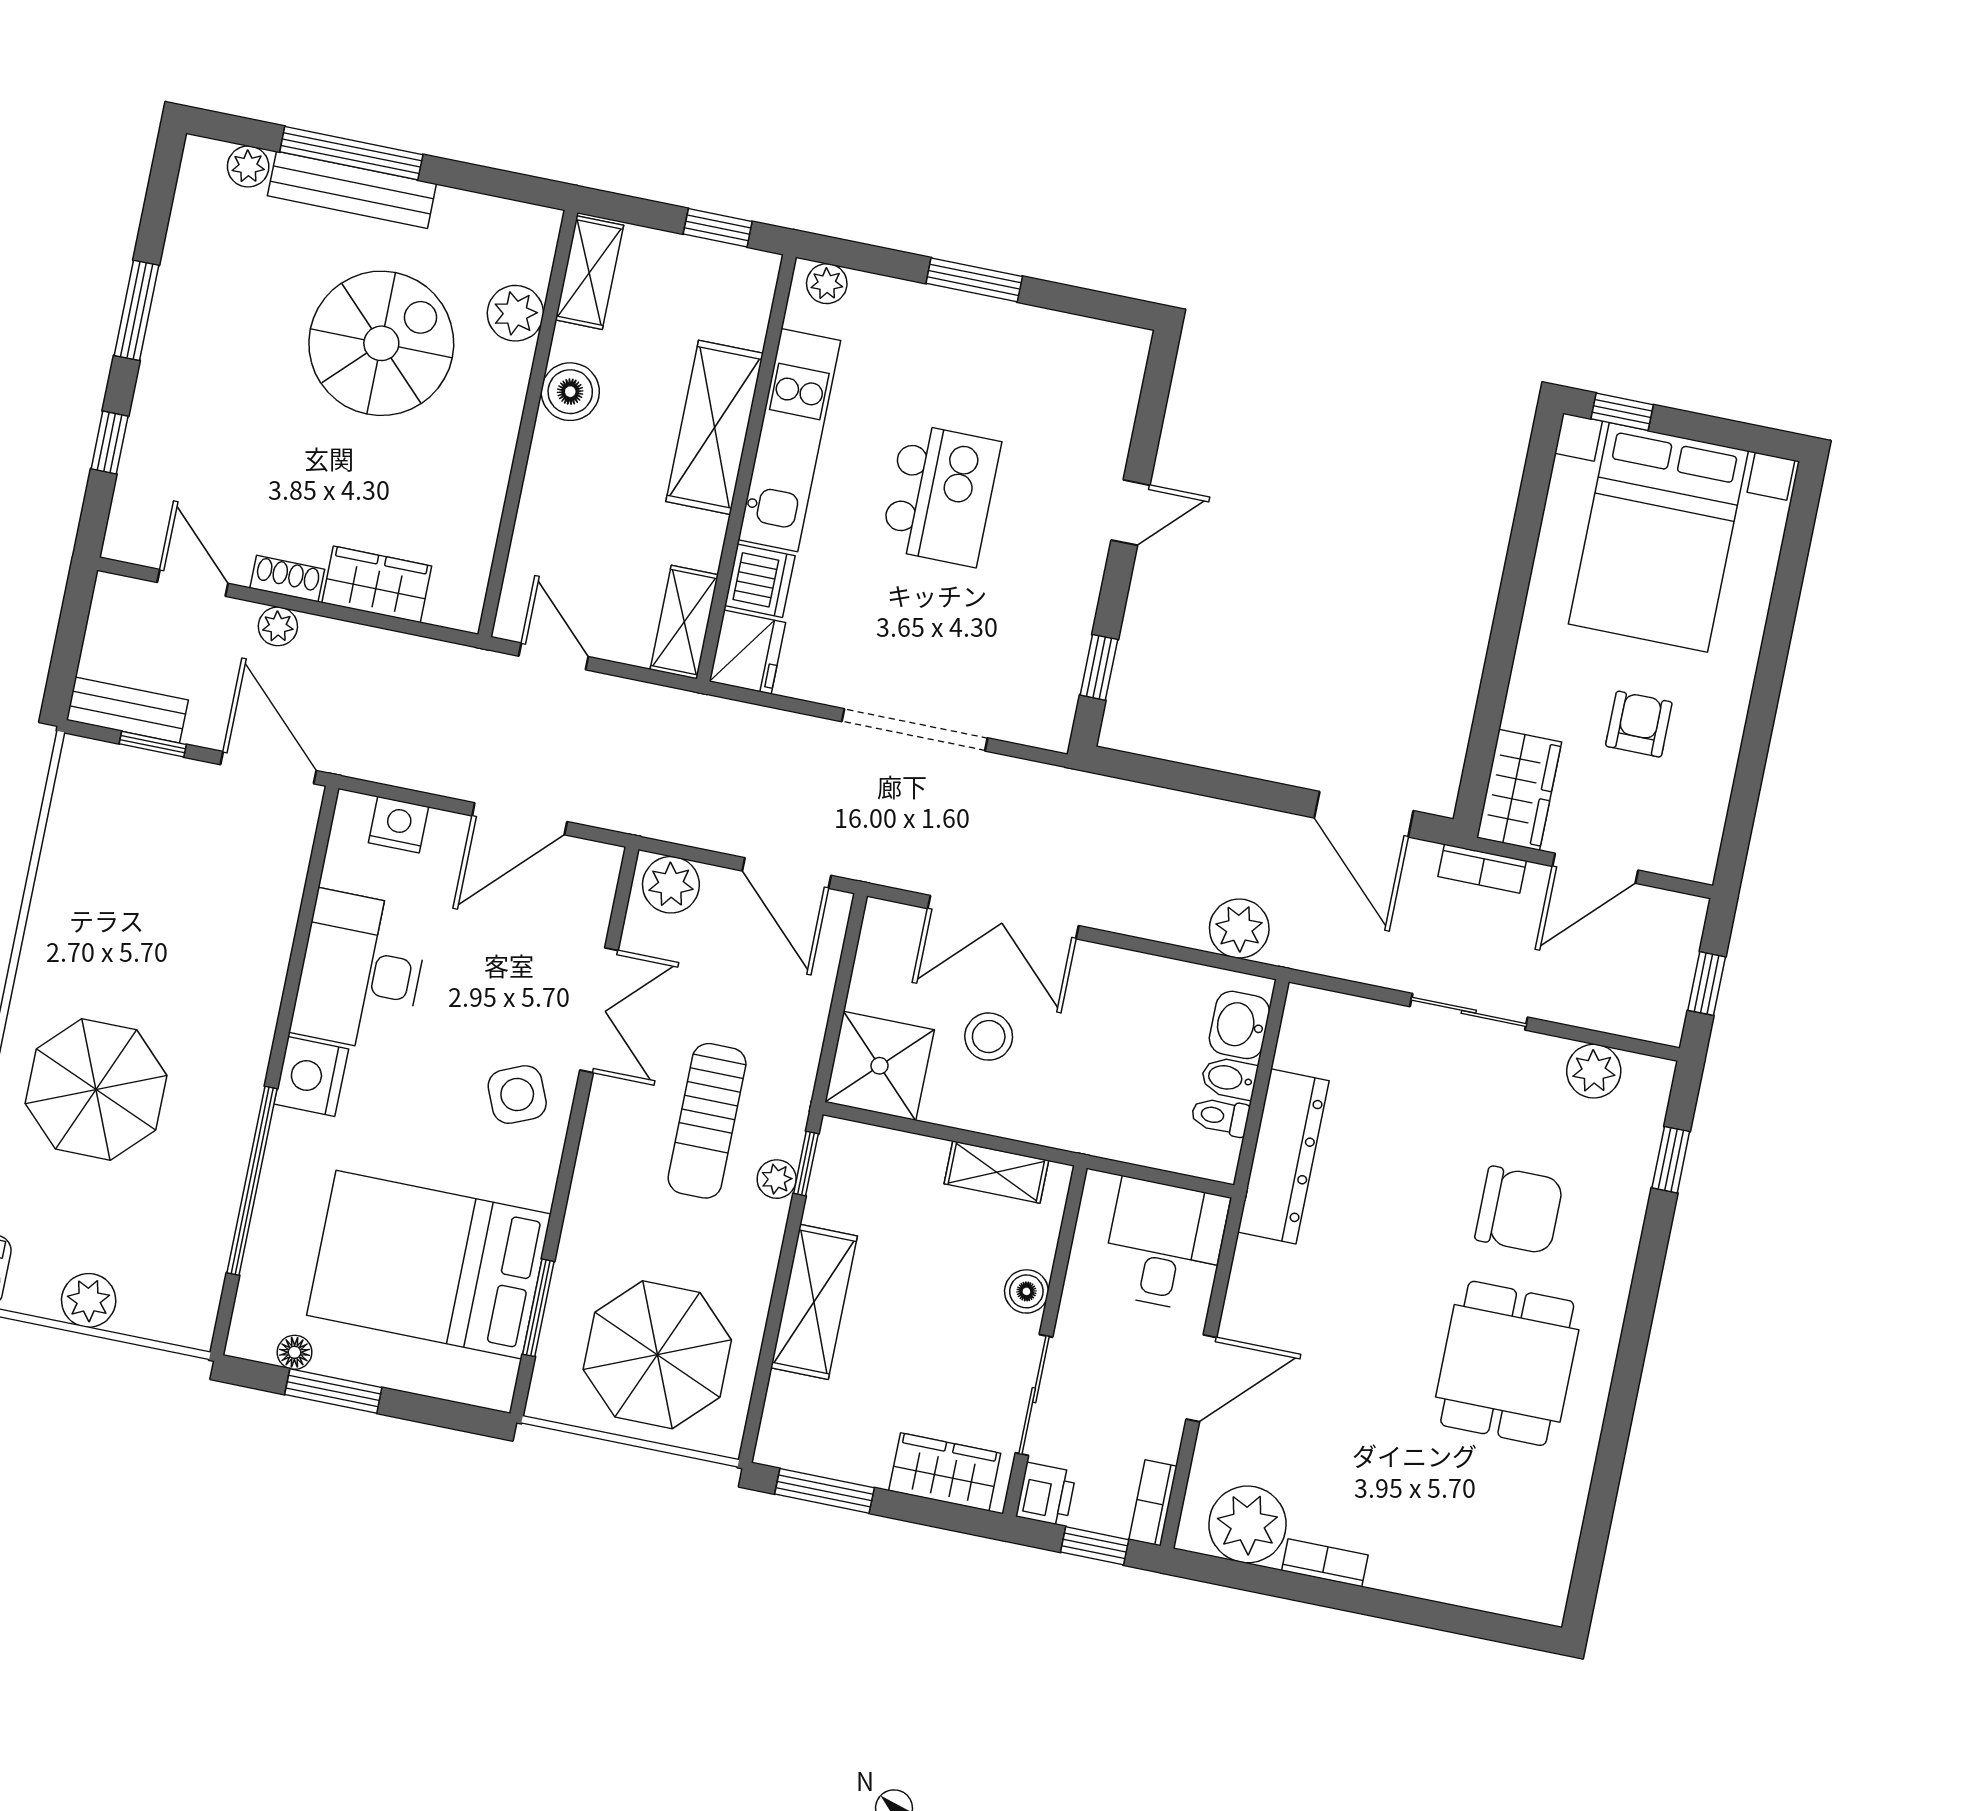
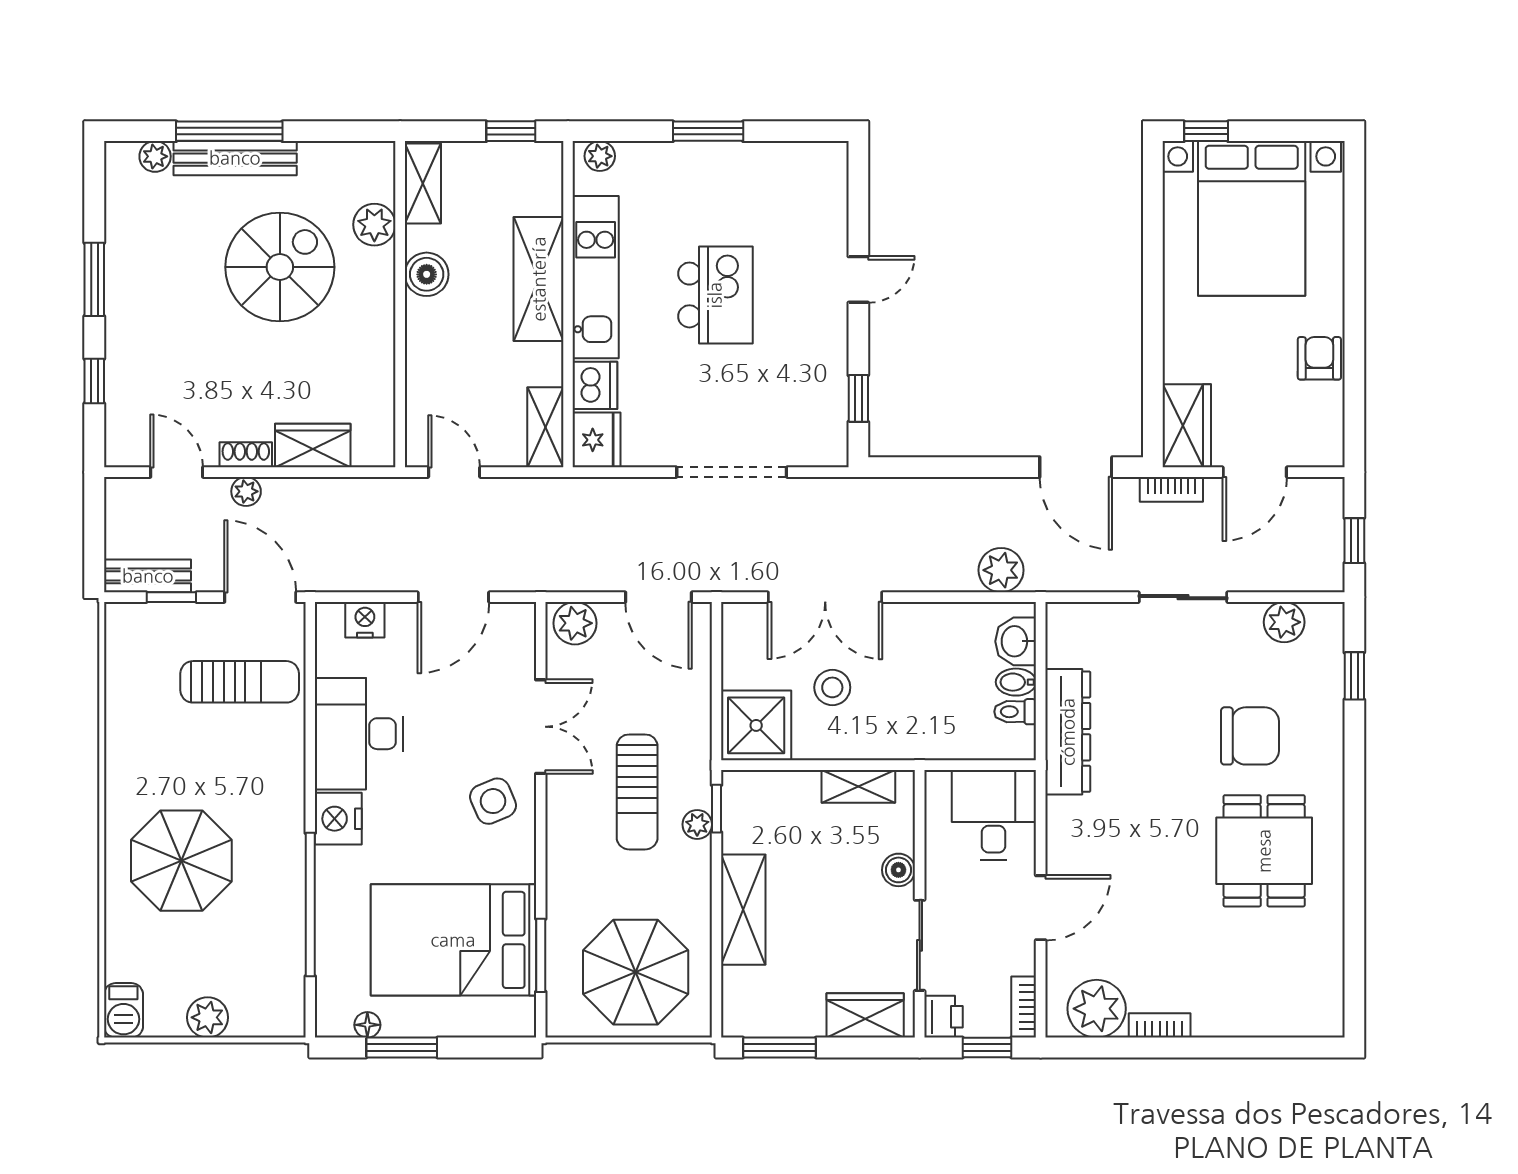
armchair: (1639, 724) -> (1319, 358), moved
sun lounger: (219, 872) -> (240, 682), added

